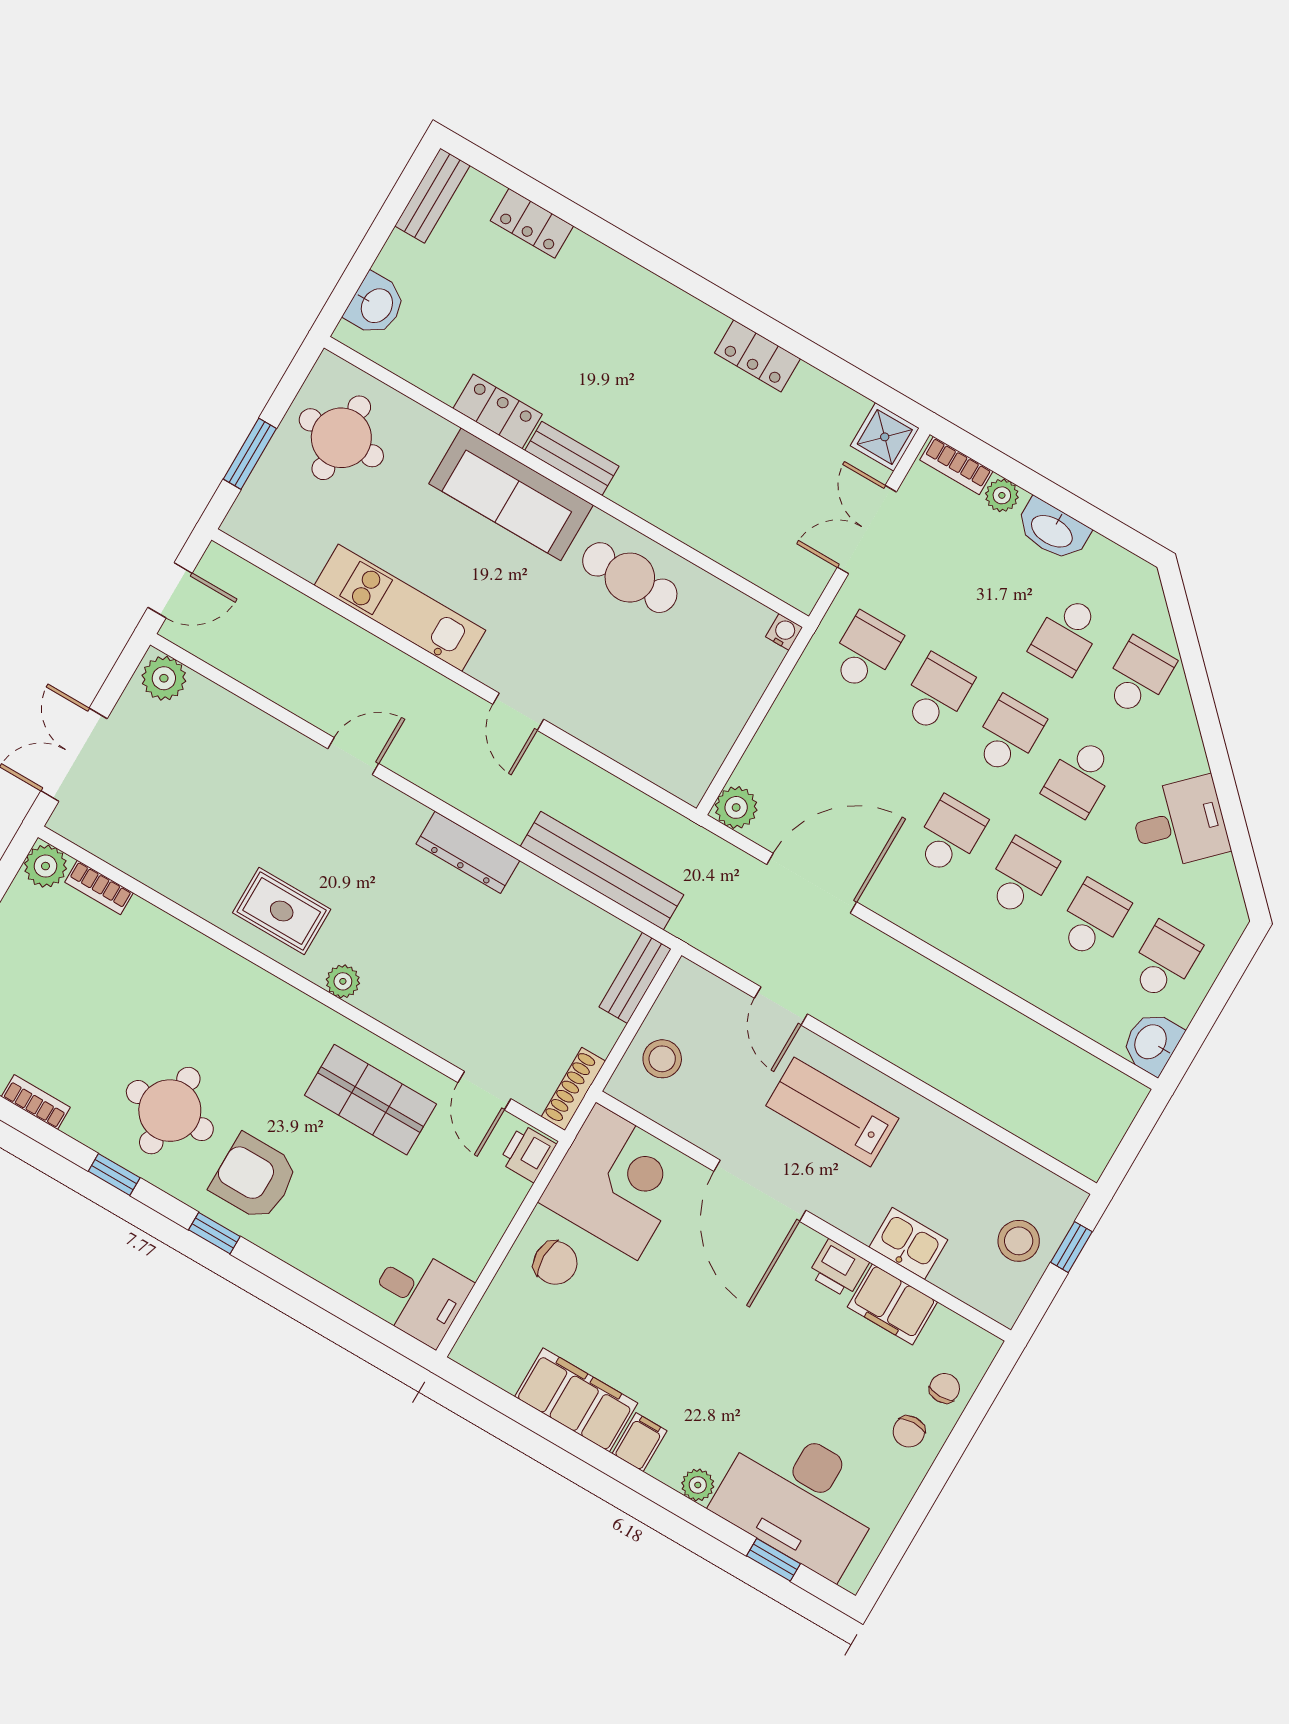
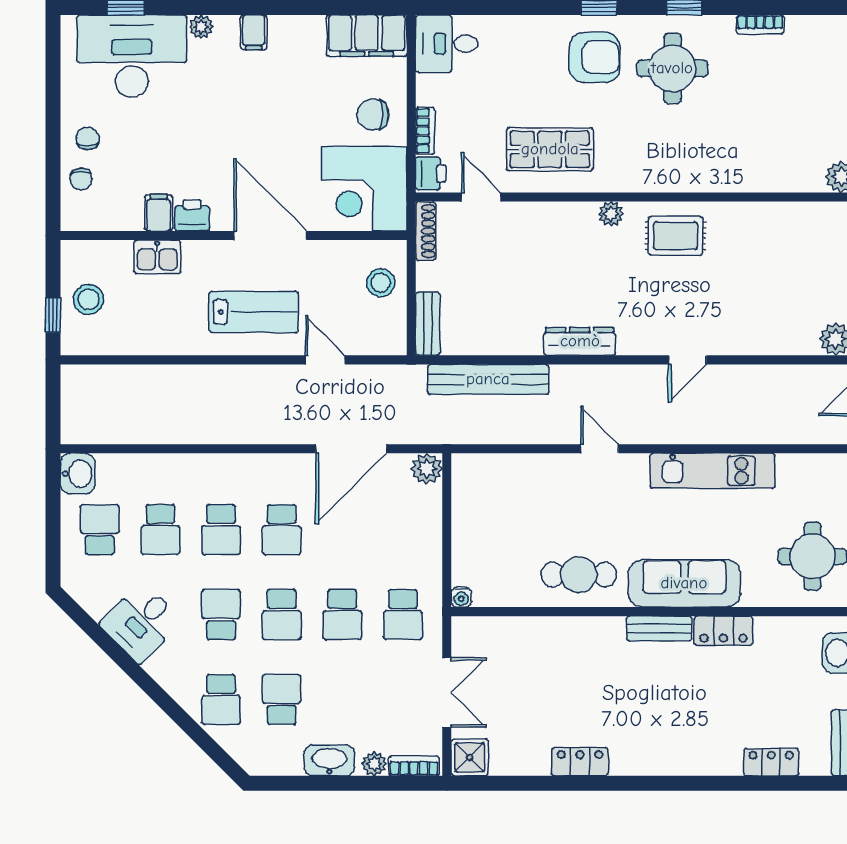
bookcase: (99, 887) -> (425, 131), moved, turned 90
school desk: (1164, 961) -> (100, 530), turned 180
filing cabinet: (892, 1304) -> (159, 213), width x0.50
filing cabinet: (576, 1400) -> (367, 36), moved

